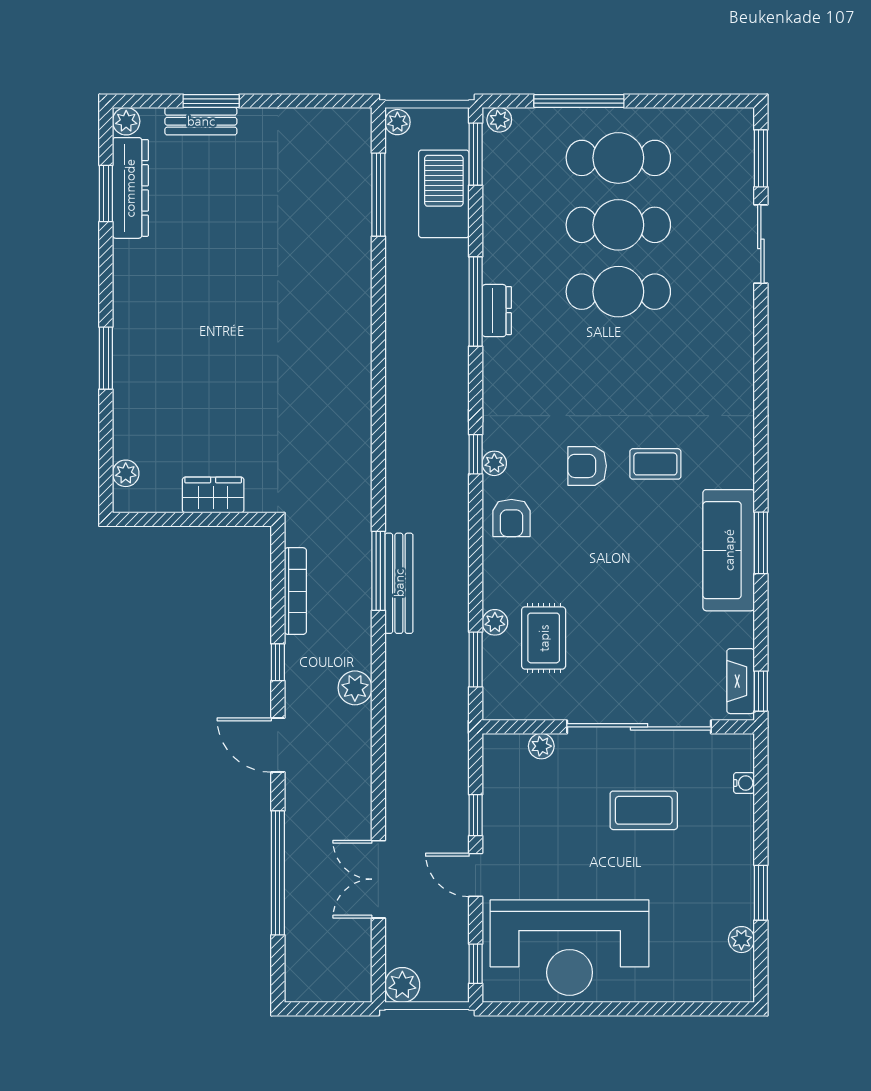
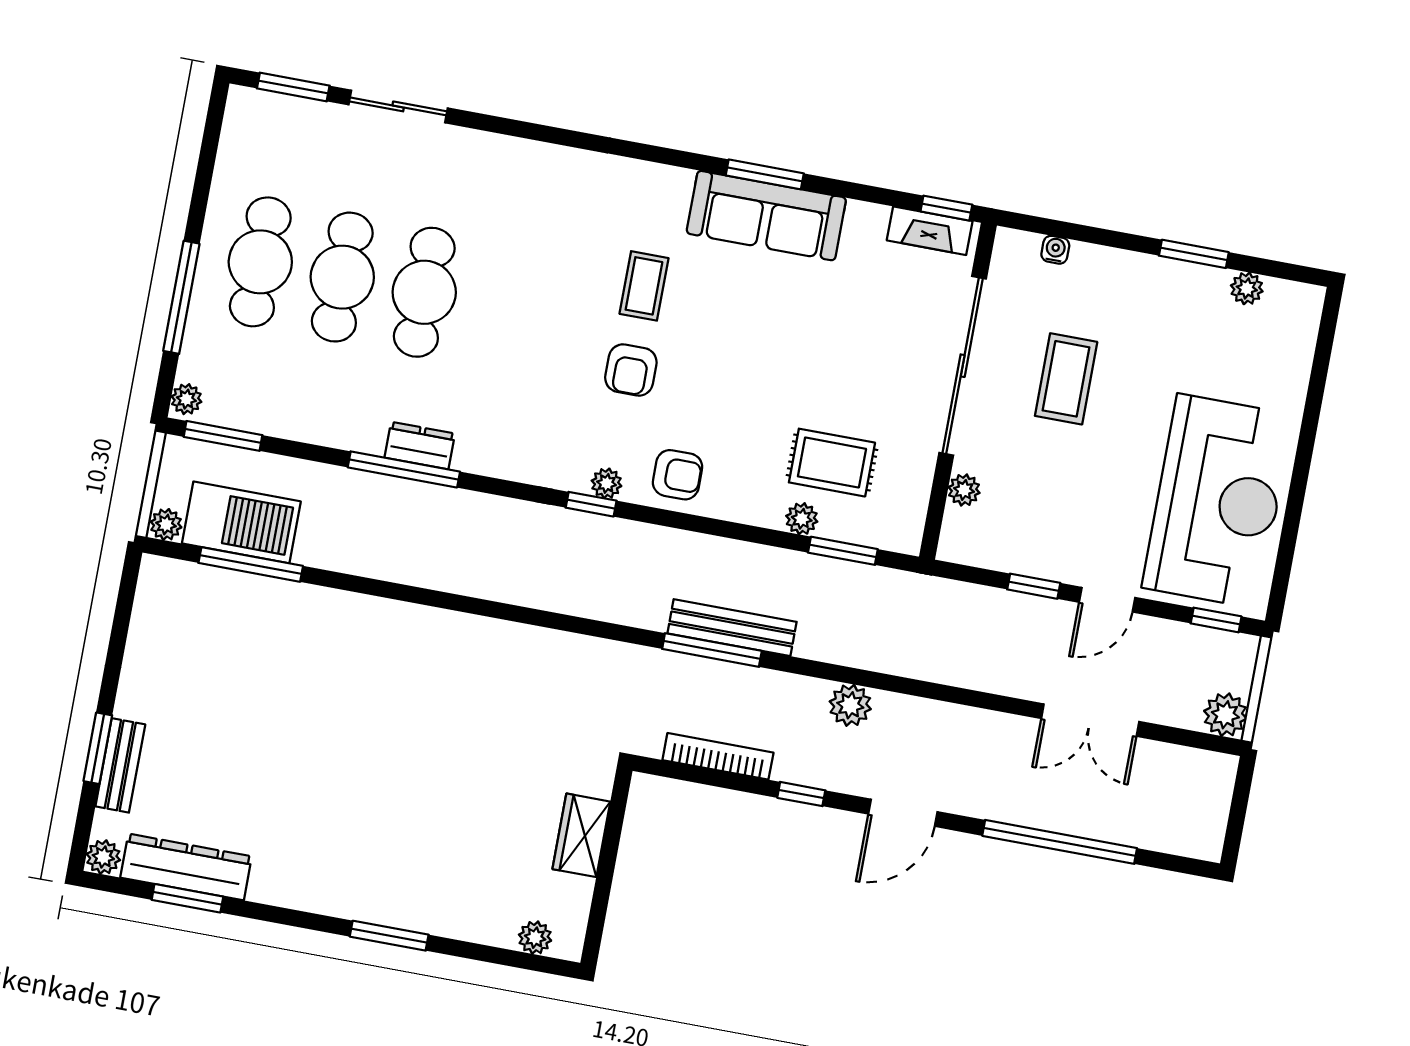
barbecue: (444, 194) -> (241, 522), moved, turned 180

